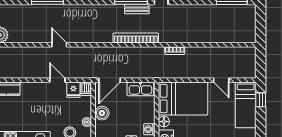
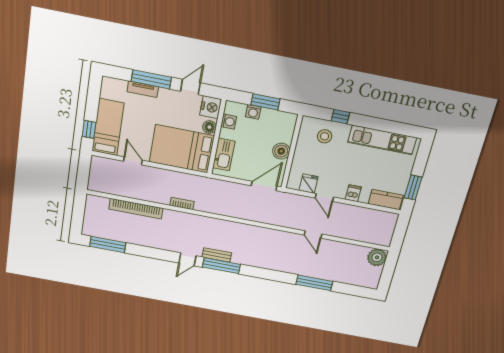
bookcase: (136, 38) -> (136, 209), moved
dishwasher: (86, 89) -> (353, 193), moved
kitchen sink: (140, 89) -> (224, 155), moved, turned 90
plant: (87, 122) -> (302, 144), removed

